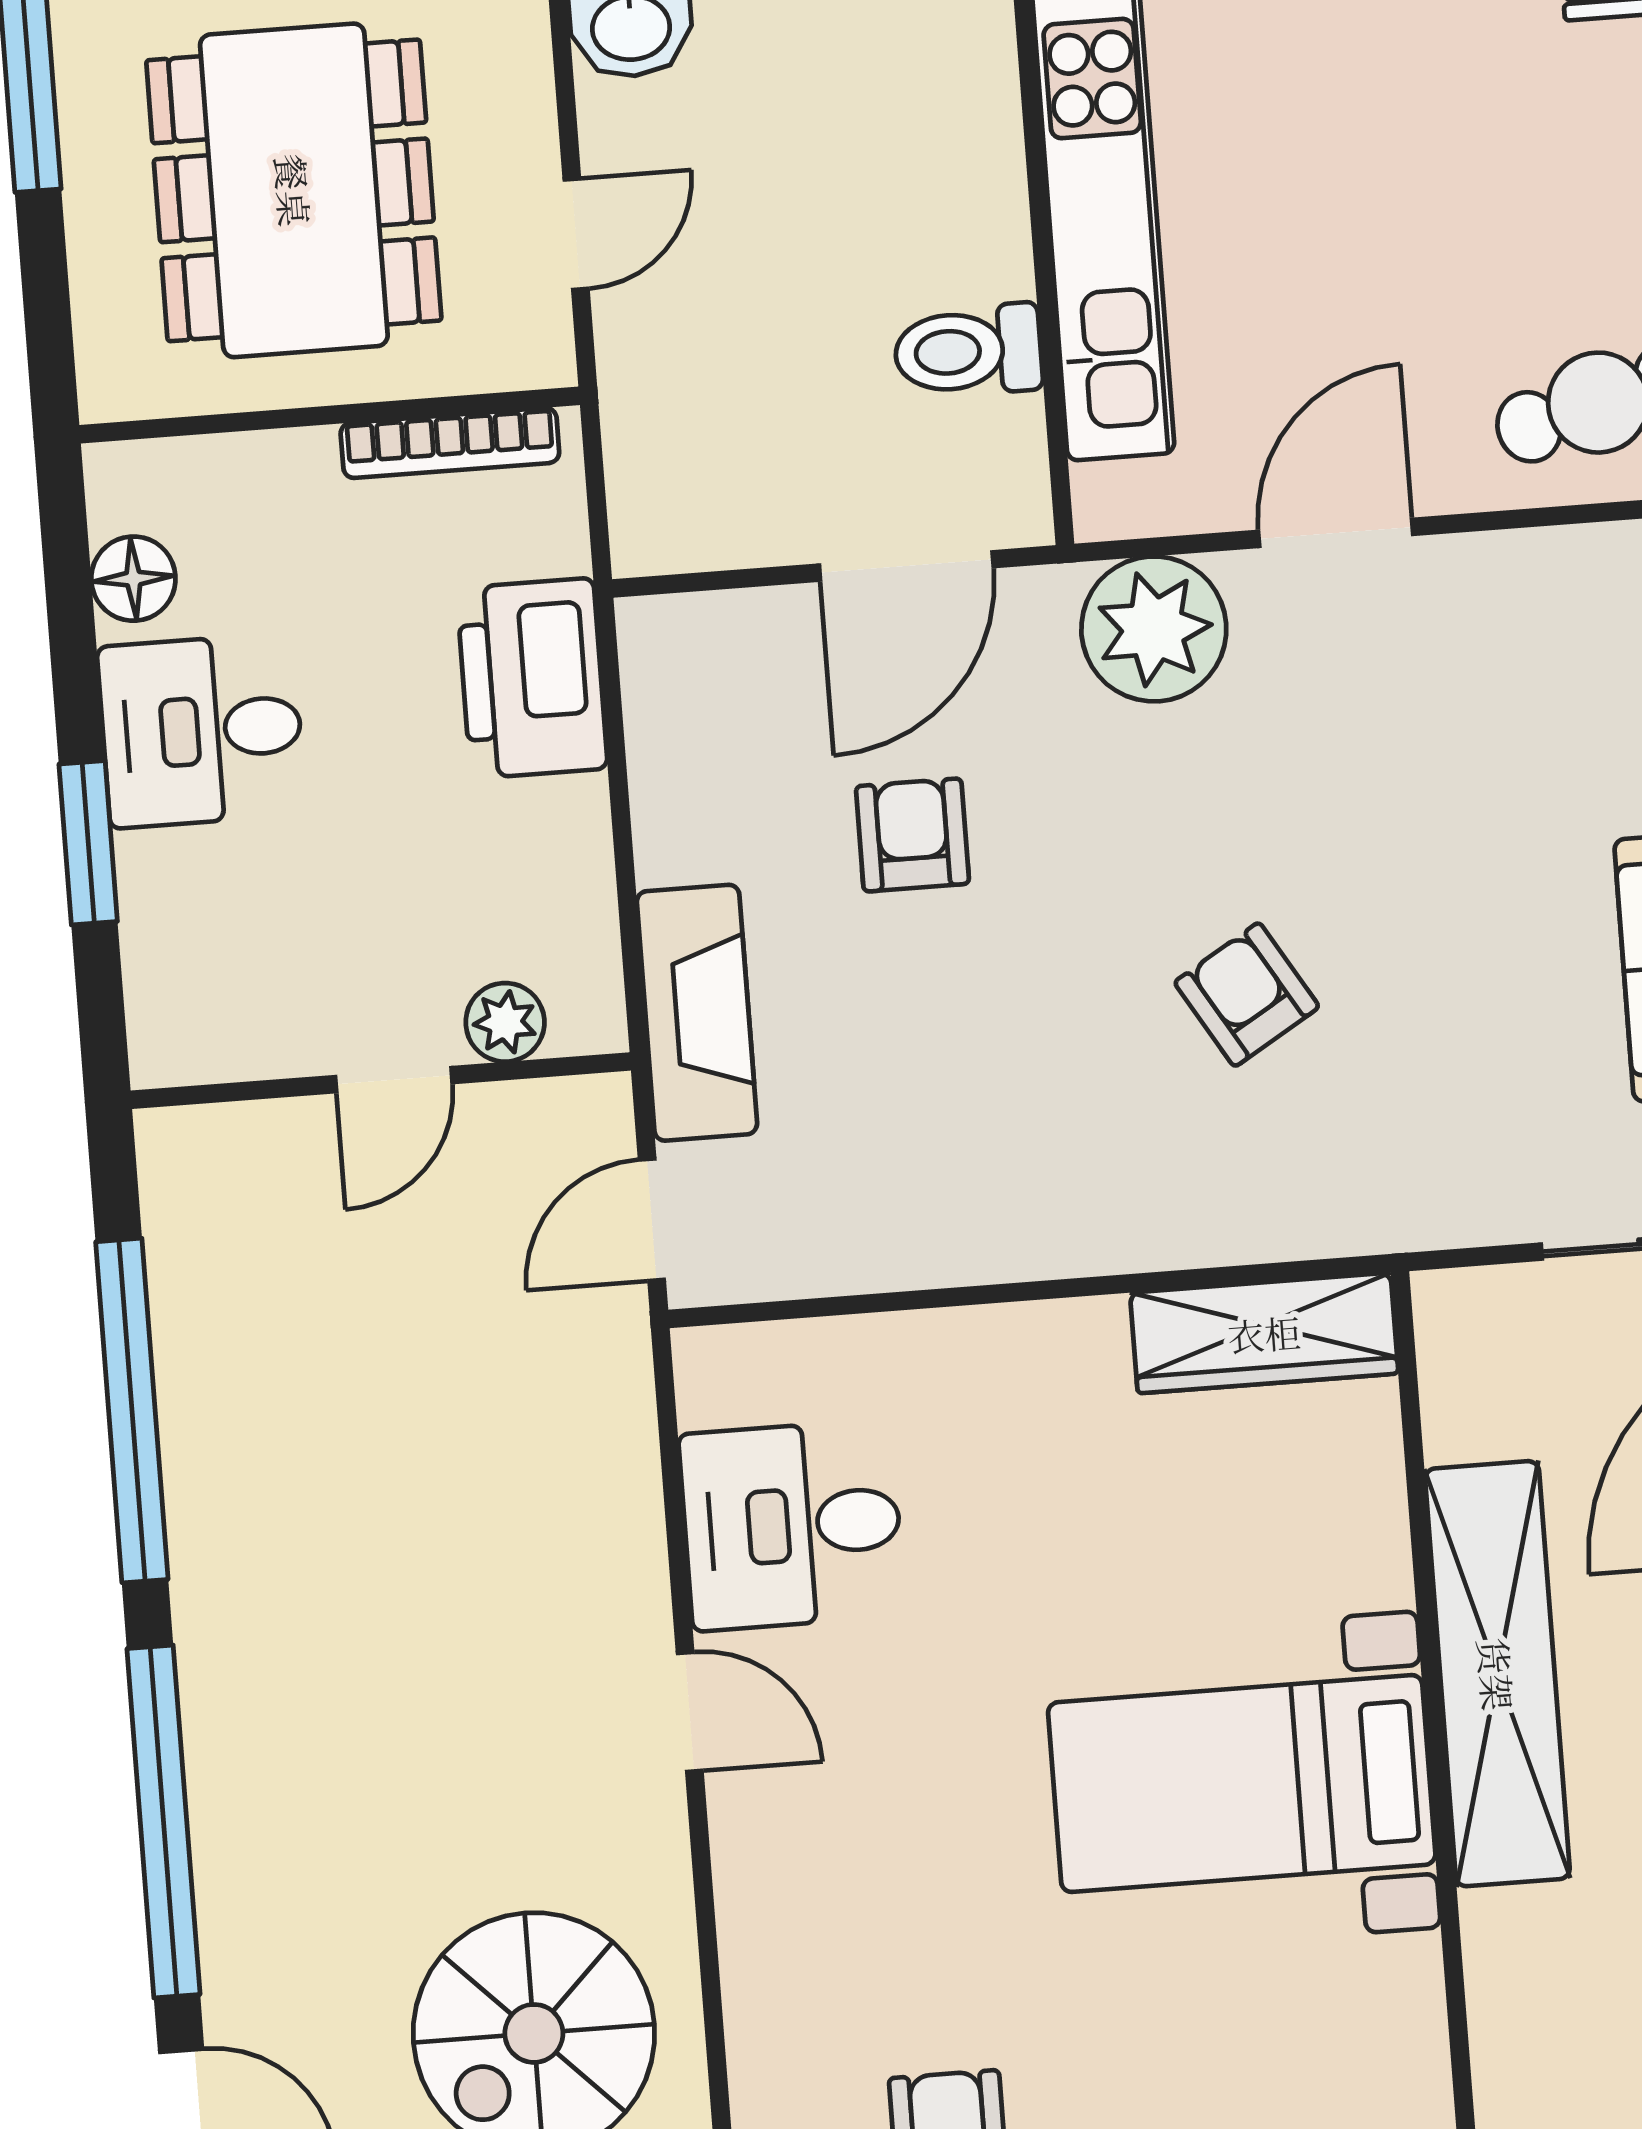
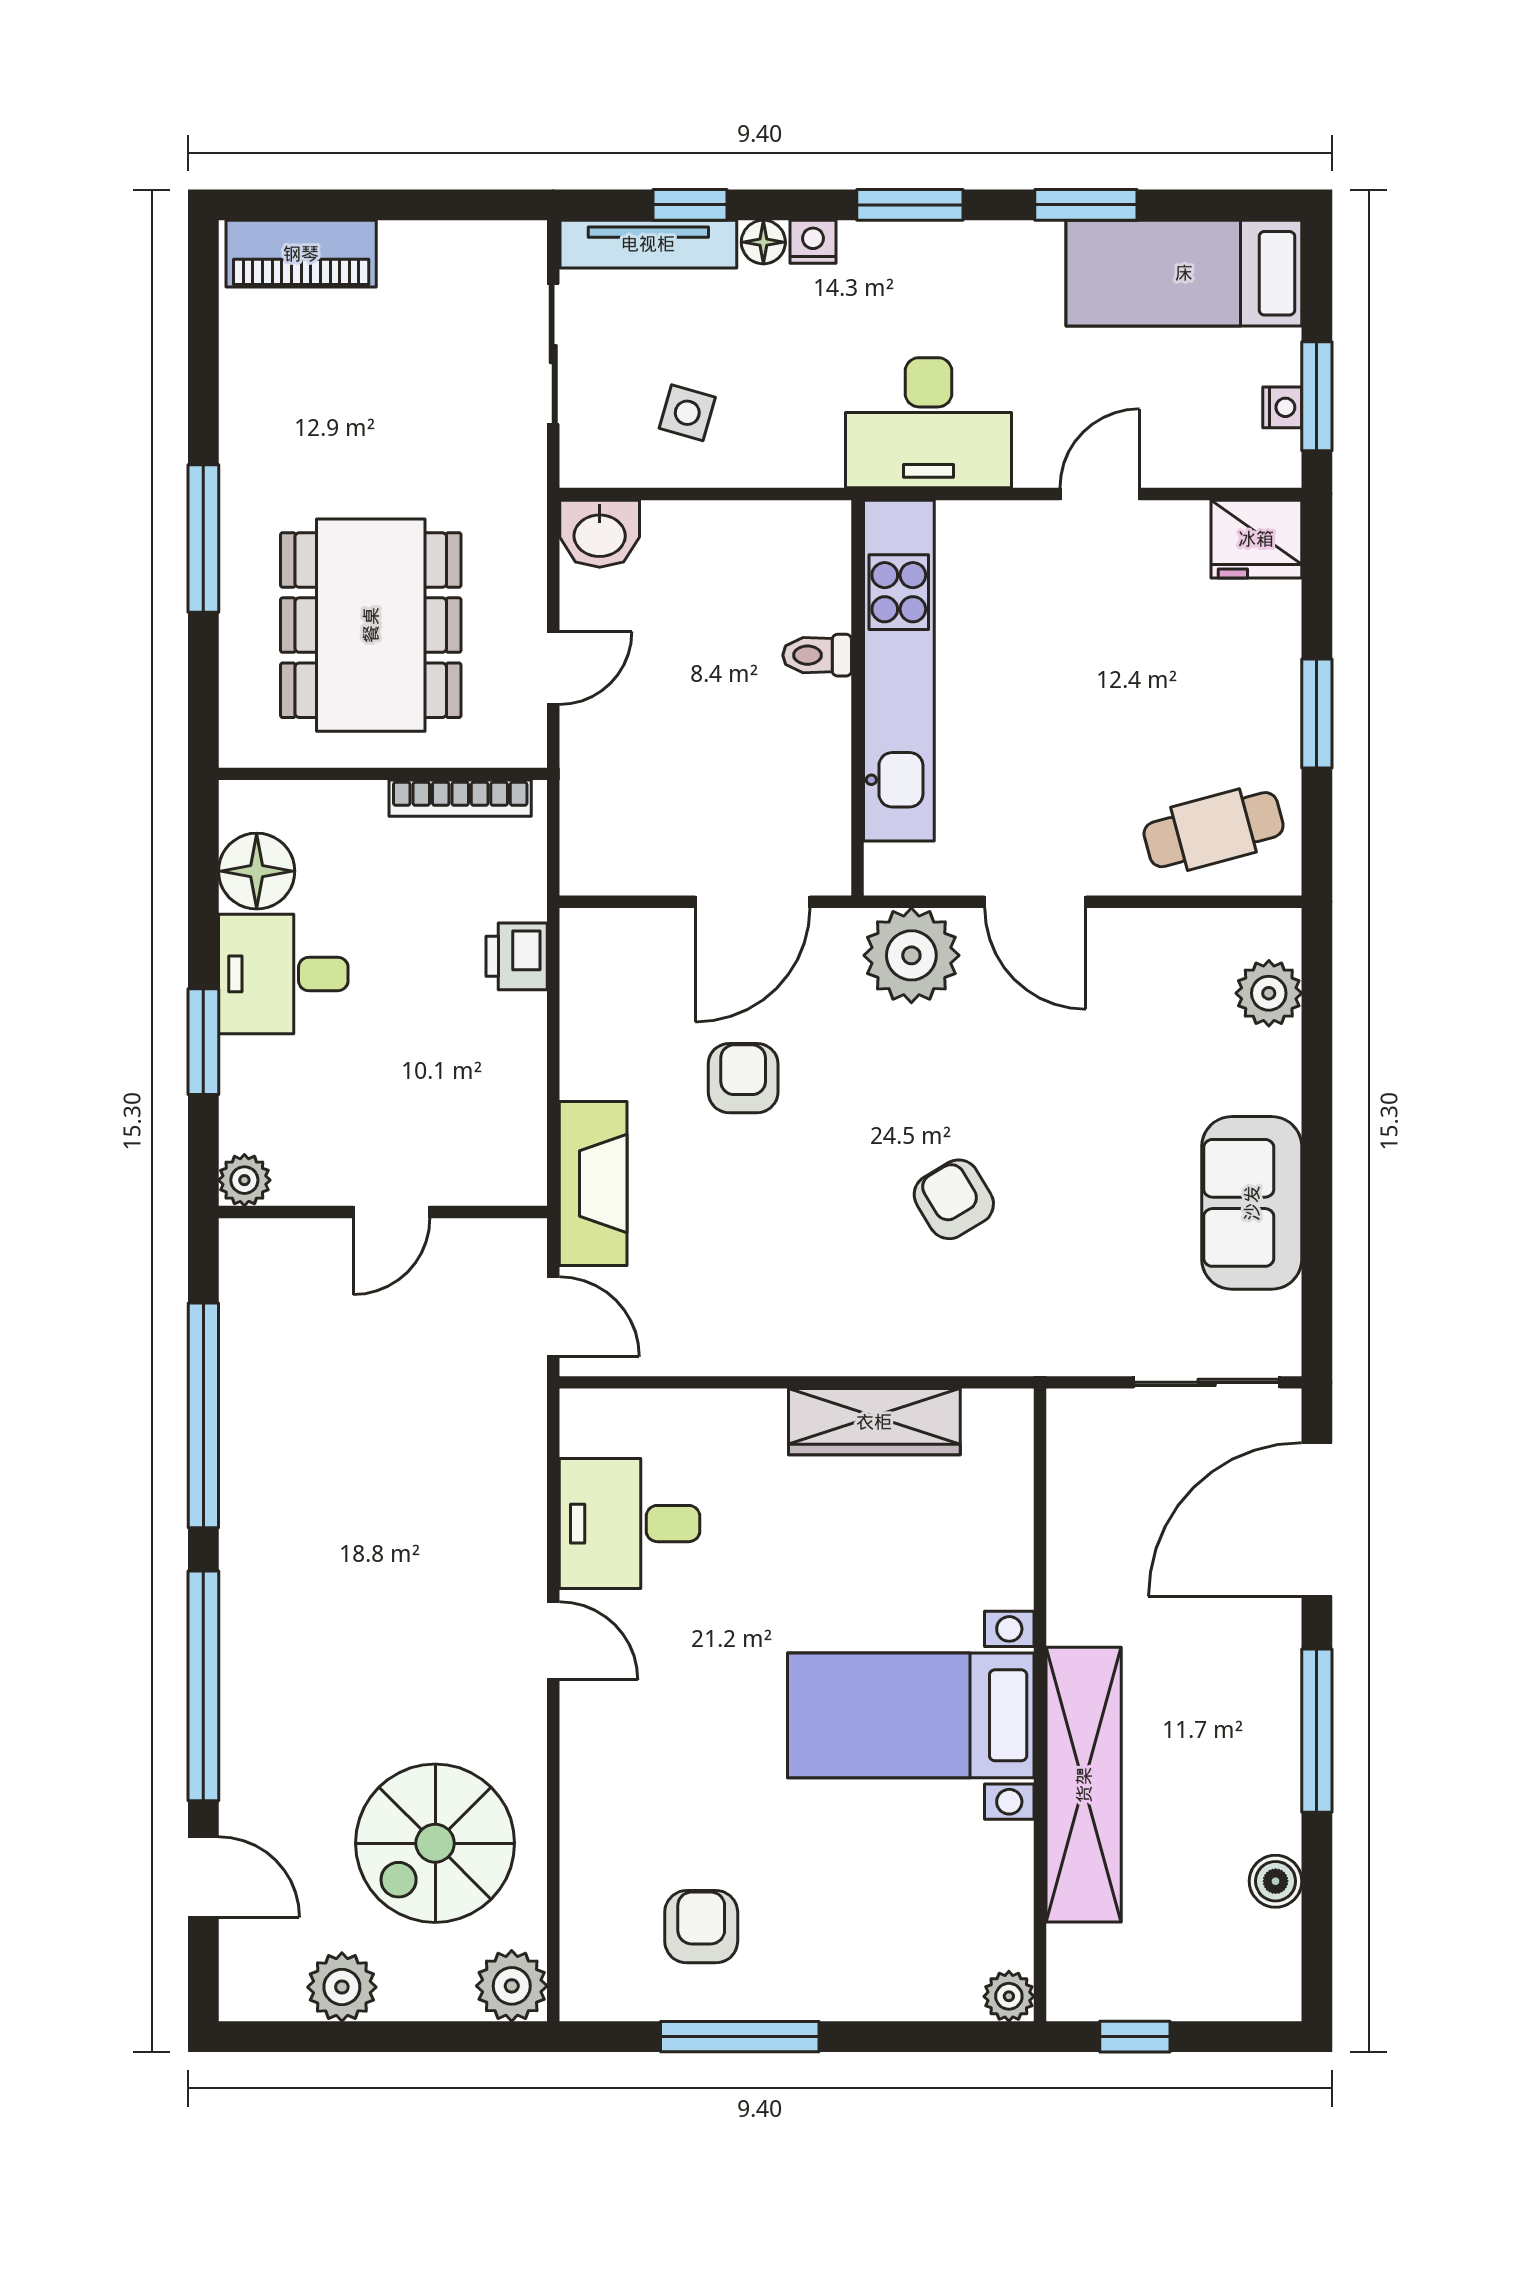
toilet: (968, 351) -> (817, 655), moved, width x0.73, depth x0.72
door: (1336, 533) -> (1035, 902), swing flipped
floor lamp: (133, 579) -> (257, 871), width x1.38, depth x1.38
printer: (532, 678) -> (517, 956), width x0.53, depth x0.68
plant: (505, 1022) -> (244, 1180), moved
door: (652, 1220) -> (553, 1317), swing flipped
wardrobe: (1264, 1333) -> (874, 1422), moved
shelving: (1497, 1674) -> (1084, 1785), moved

